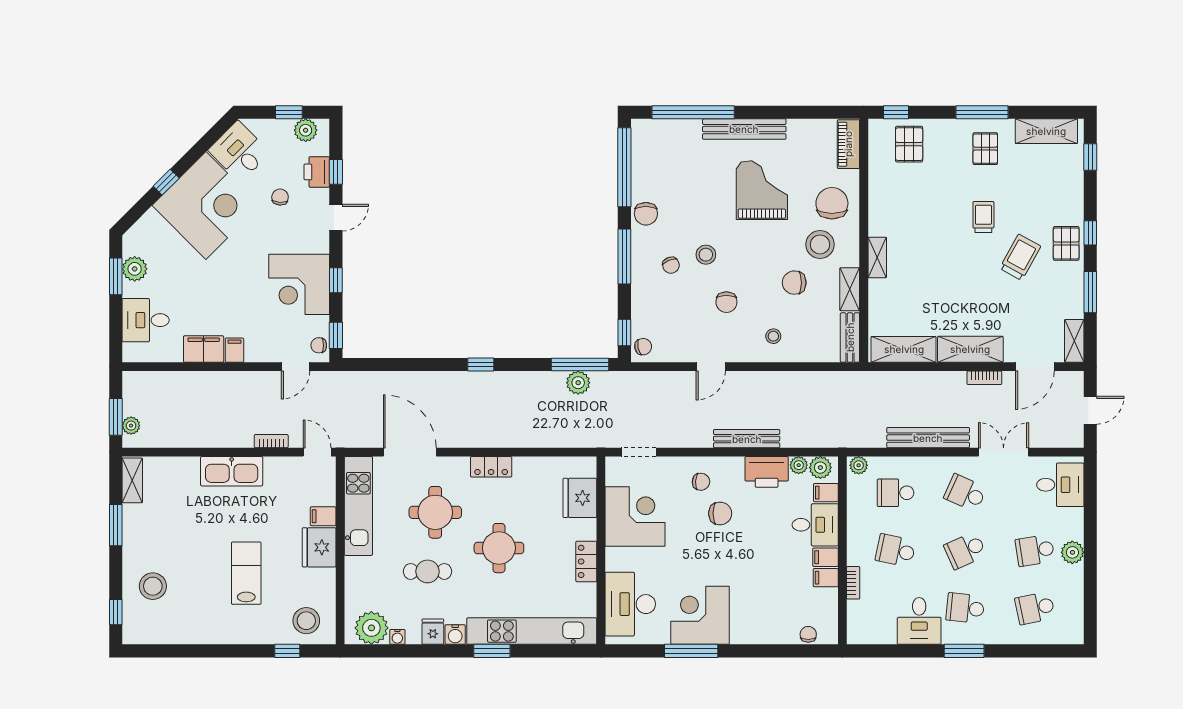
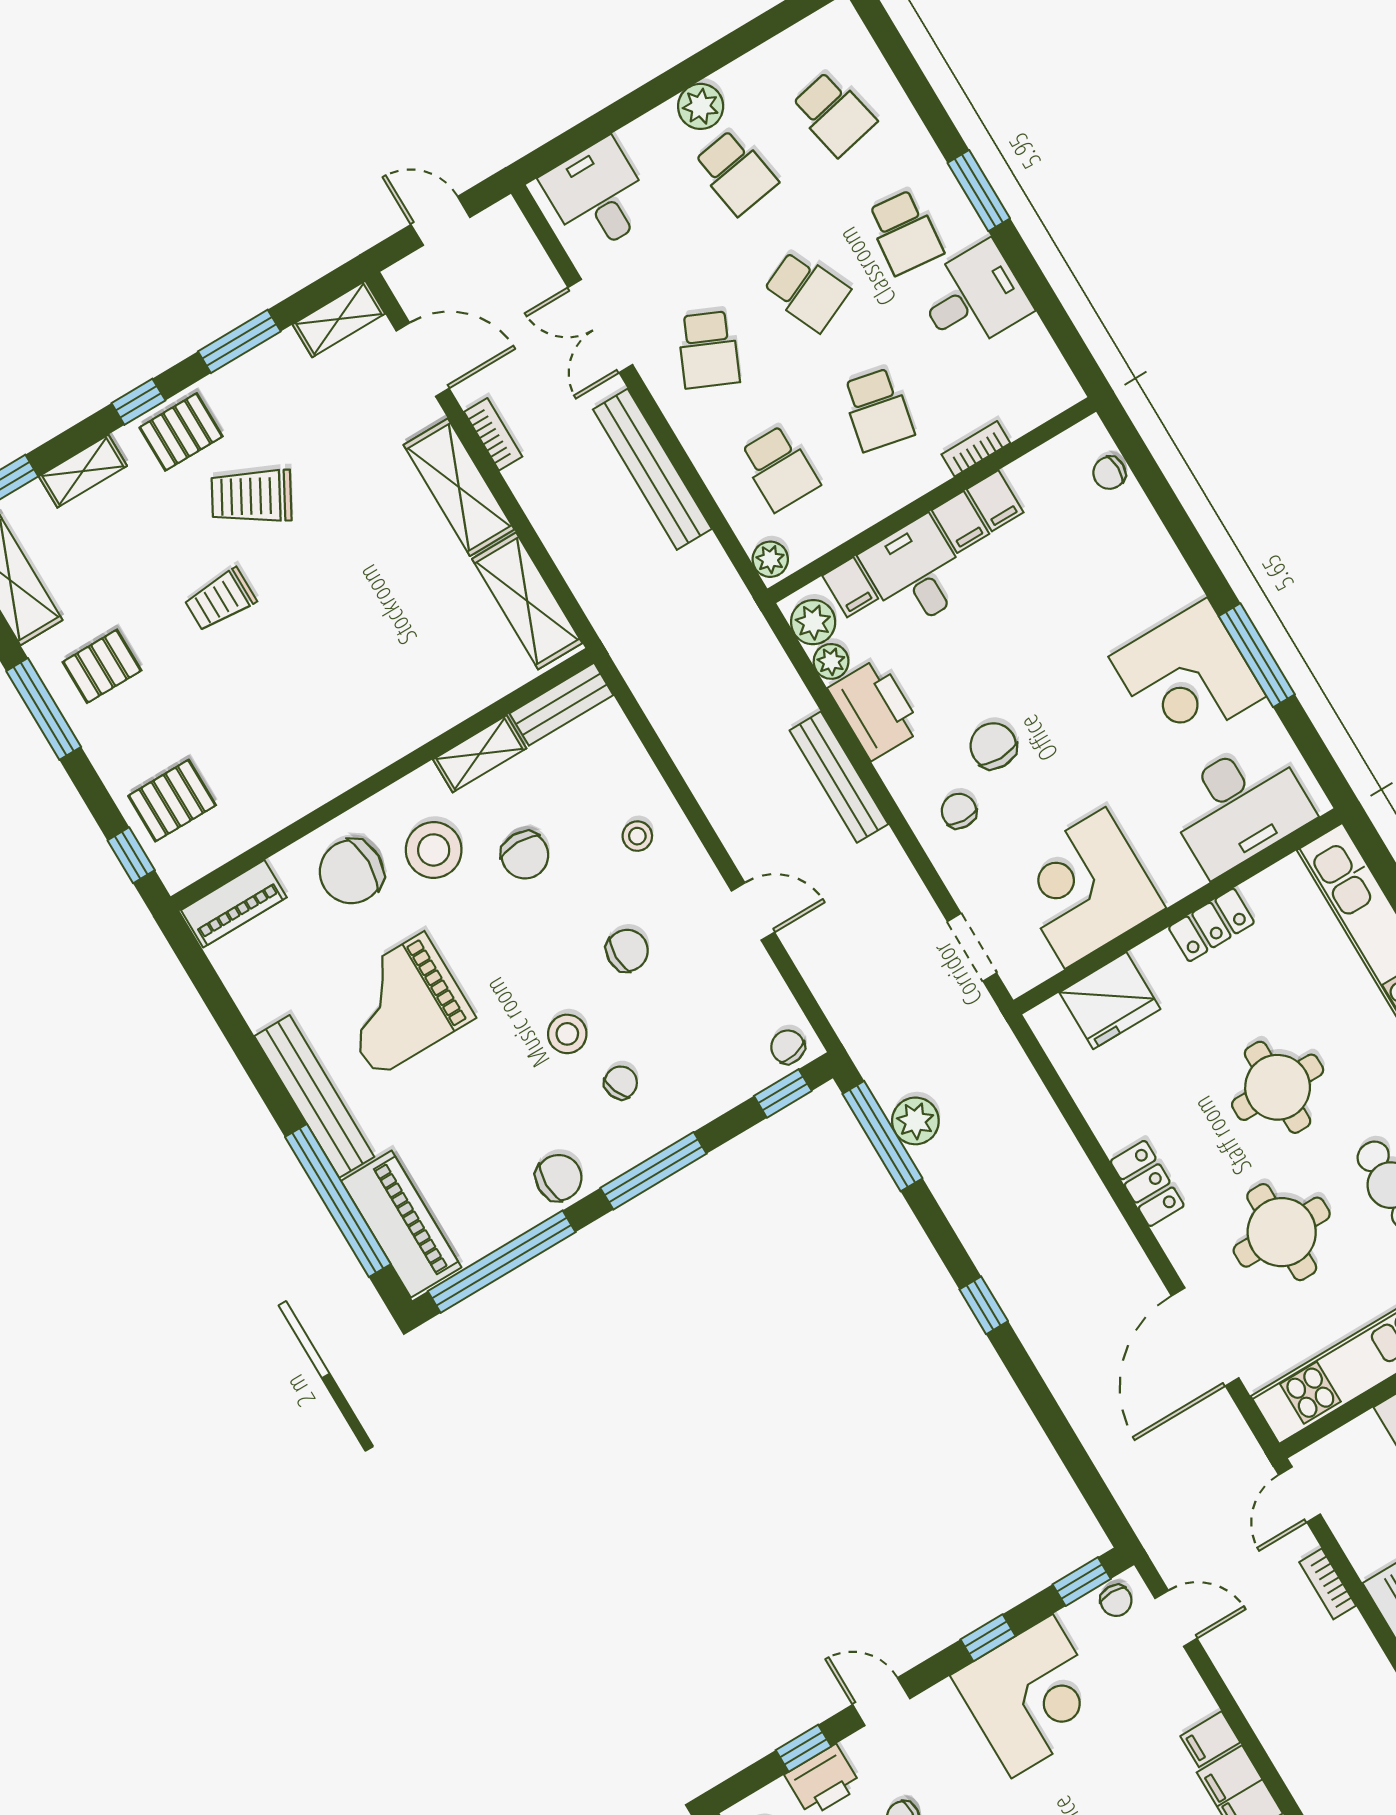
piano: (667, 134) -> (401, 1224), added
shelving: (877, 258) -> (83, 471), moved

